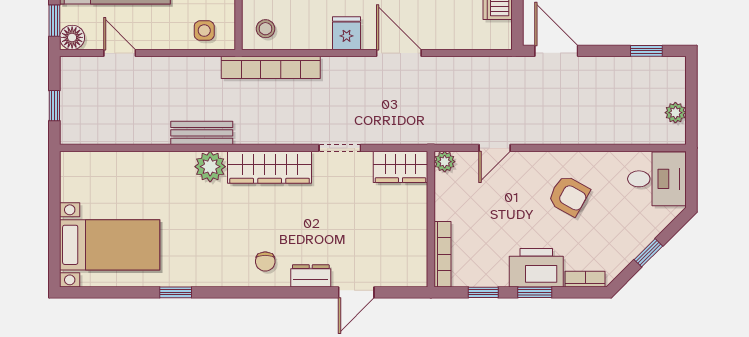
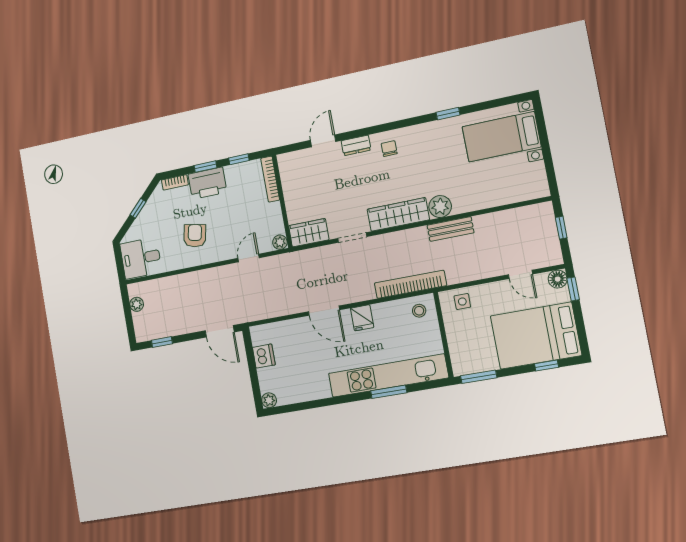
armchair: (569, 196) -> (195, 236), turned 72

